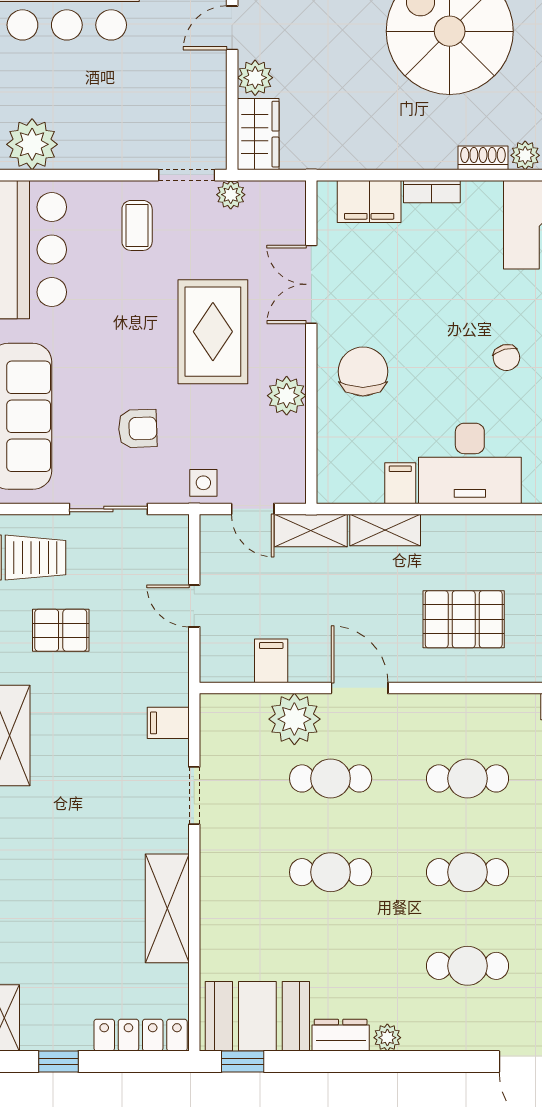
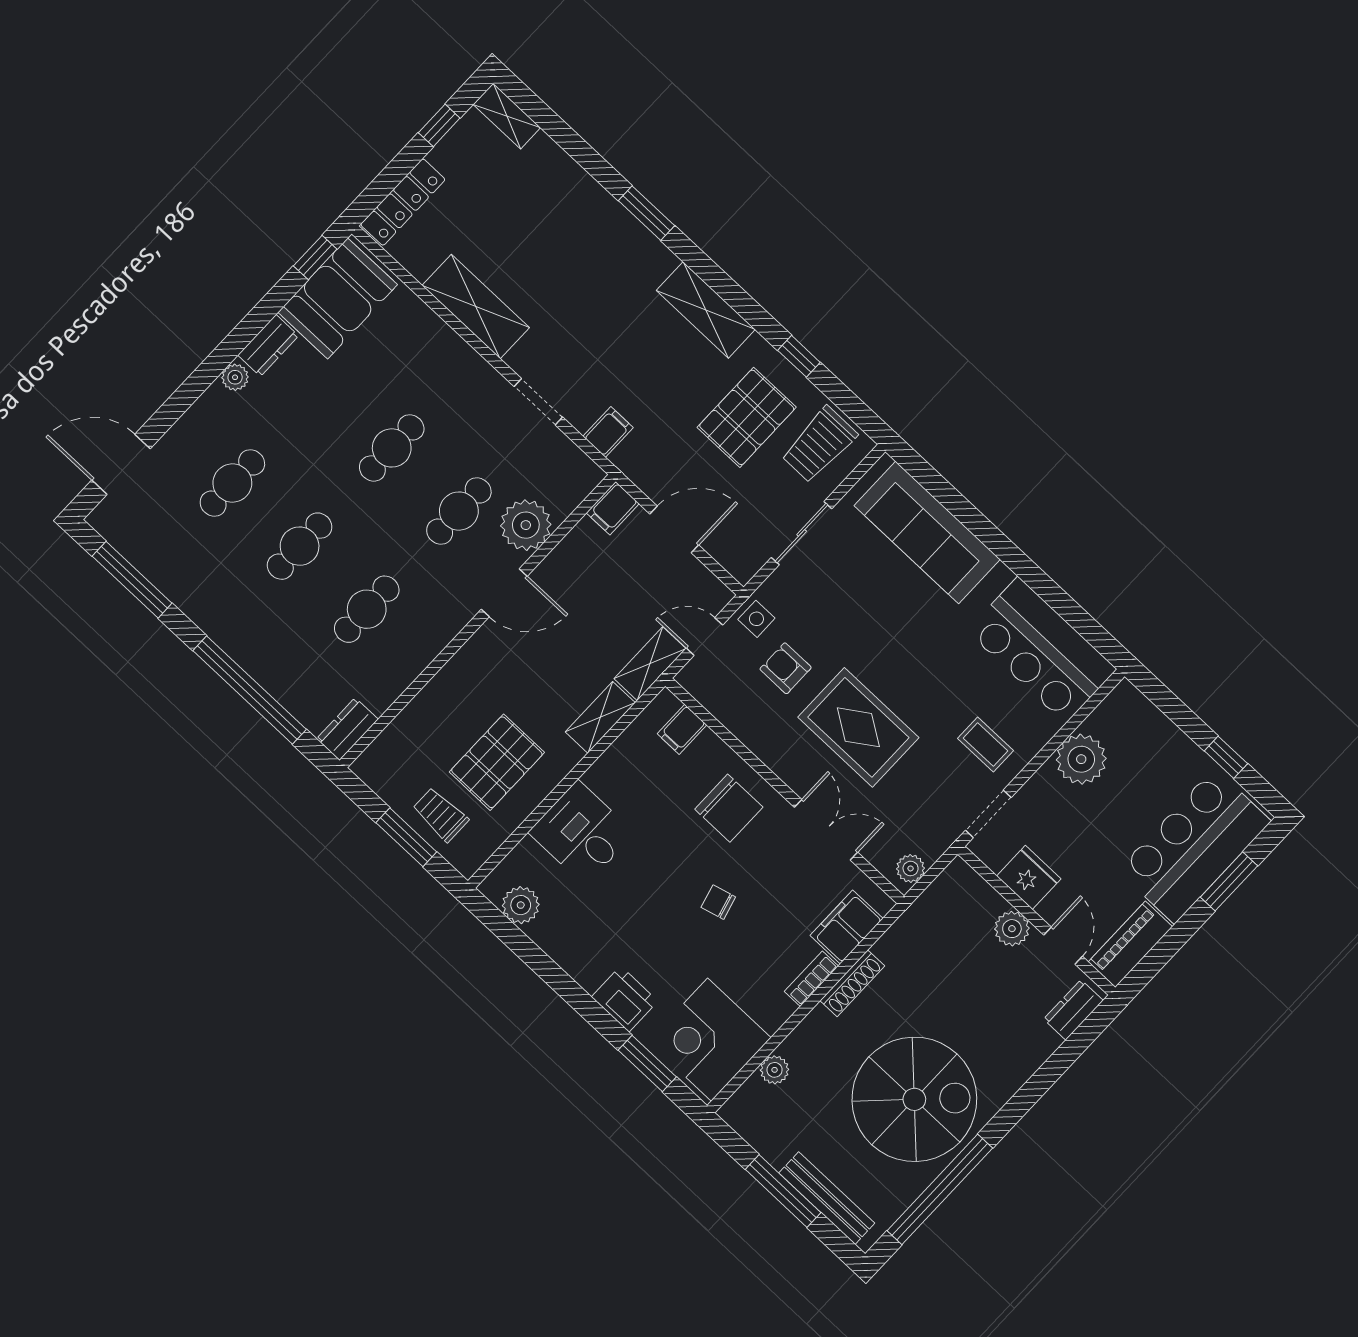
fridge: (205, 101) -> (1029, 877), added
wardrobe: (258, 134) -> (970, 893), removed
plant: (32, 144) -> (1081, 759), moved
shoe rack: (483, 158) -> (852, 983), moved, width x1.43
plant: (231, 195) -> (911, 868), moved
chair: (506, 358) -> (718, 902), moved
plant: (287, 396) -> (763, 737), removed
armchair: (138, 429) -> (786, 668), moved, turned 92
desk: (470, 463) -> (582, 833), width x0.73
filing cabinet: (400, 483) -> (682, 729), moved, turned 90
door: (194, 606) -> (674, 529), width x1.38
pallet: (464, 619) -> (497, 762), moved
pallet: (61, 630) -> (747, 417), width x1.50, depth x1.42
filing cabinet: (271, 661) -> (613, 508), moved, turned 90

